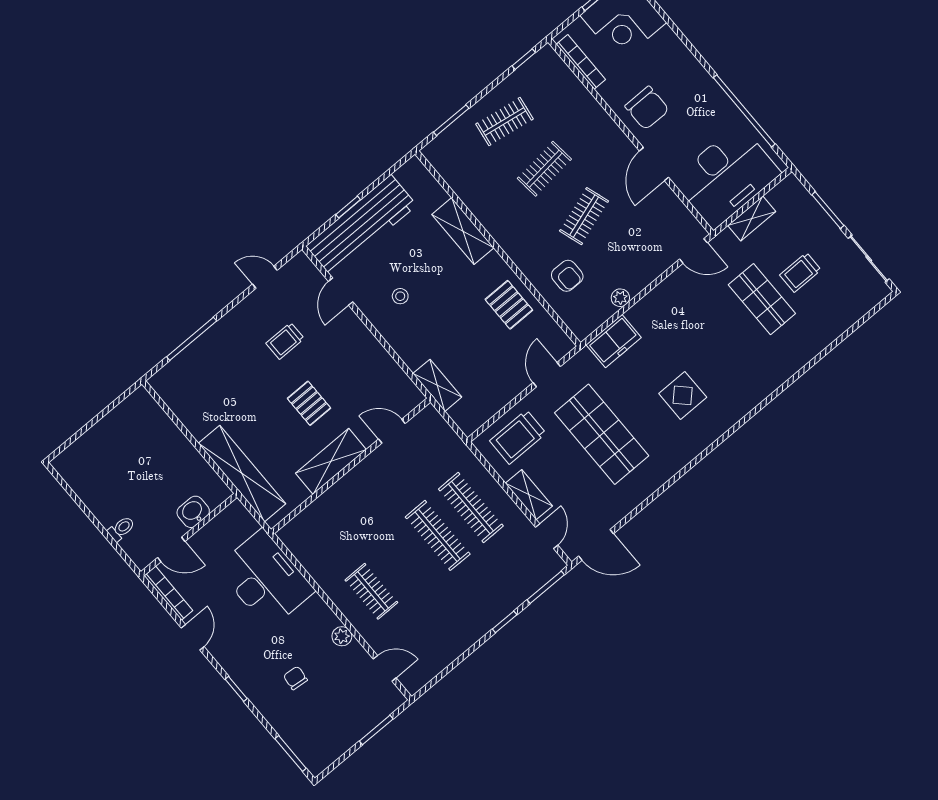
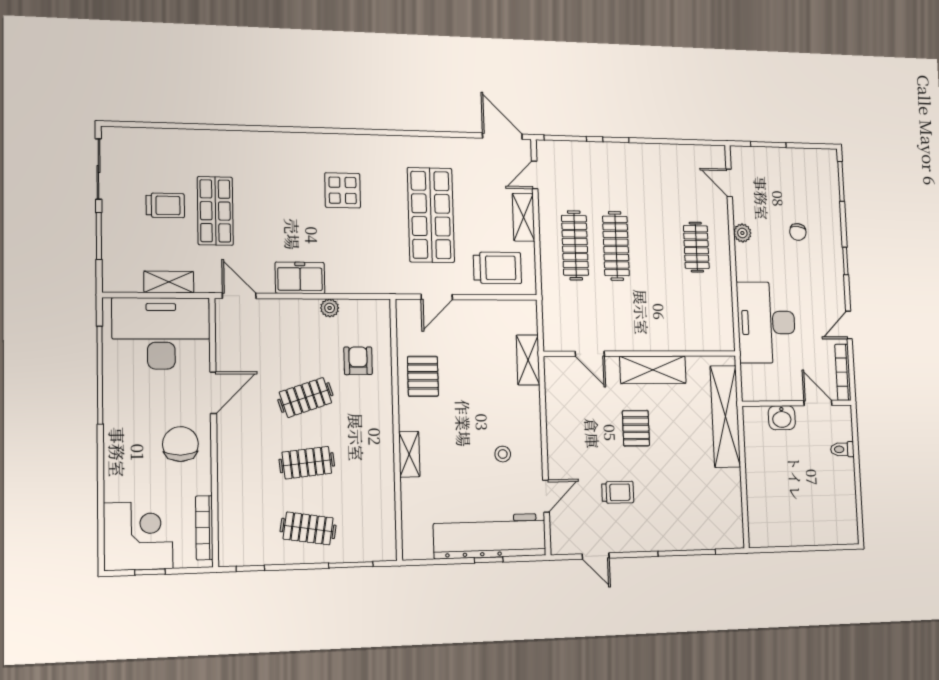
shelving: (463, 231) -> (409, 454), width x0.67, depth x0.75
freezer: (614, 341) -> (300, 278), moved

